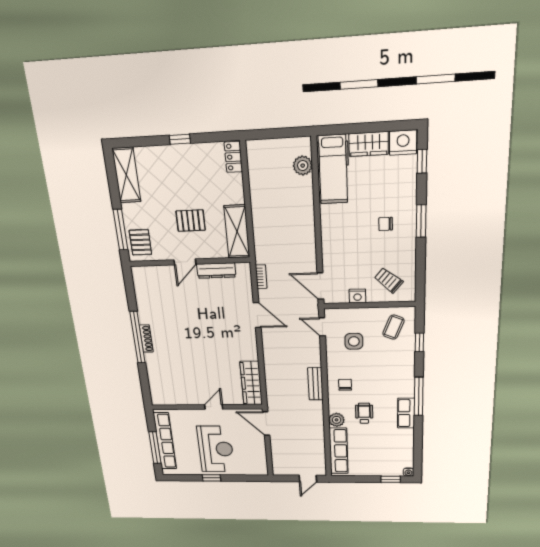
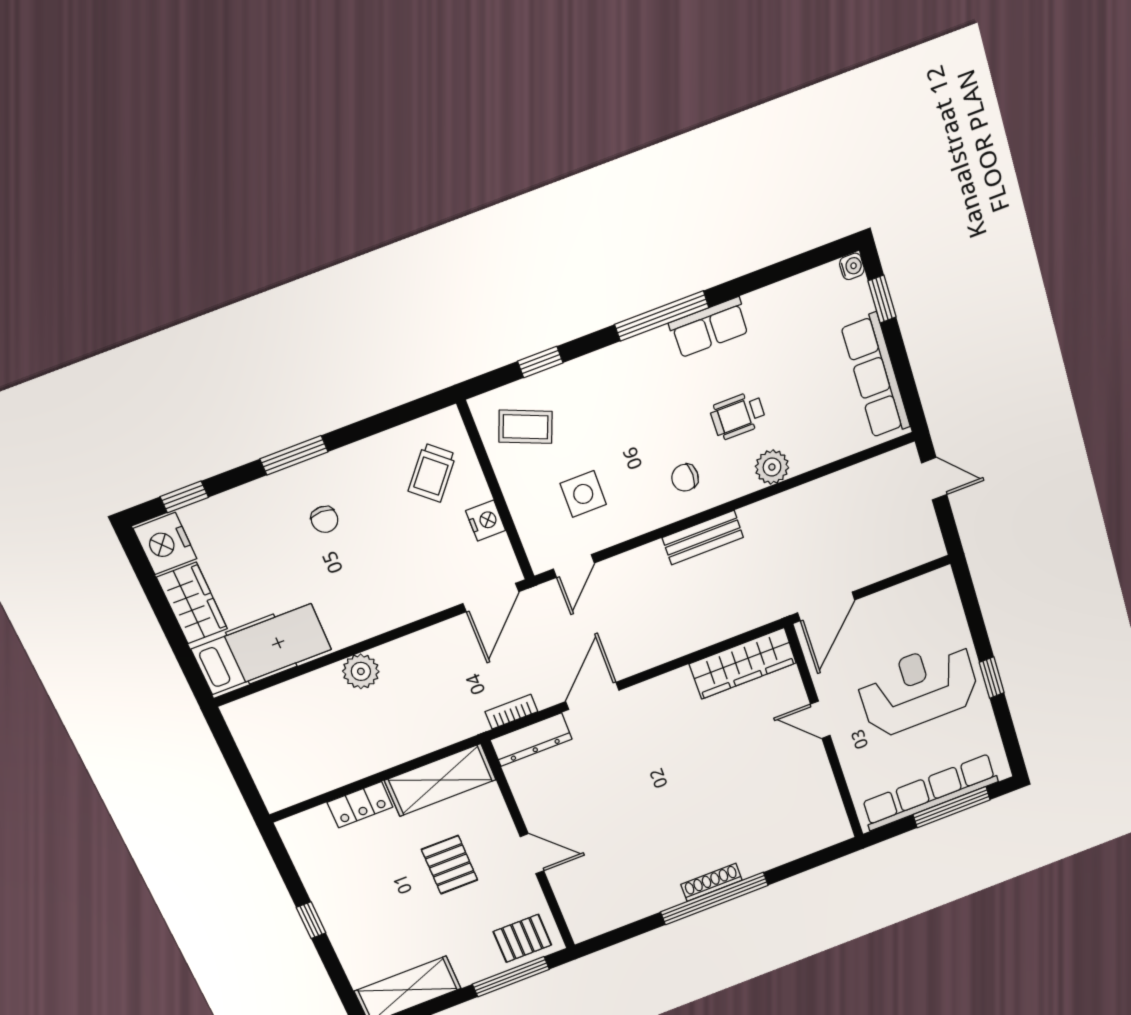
locker: (233, 157) -> (360, 805), moved
plant: (303, 166) -> (361, 671), moved
dresser: (216, 271) -> (531, 739), moved, turned 90
row of seats: (339, 451) -> (876, 376), moved, turned -90

